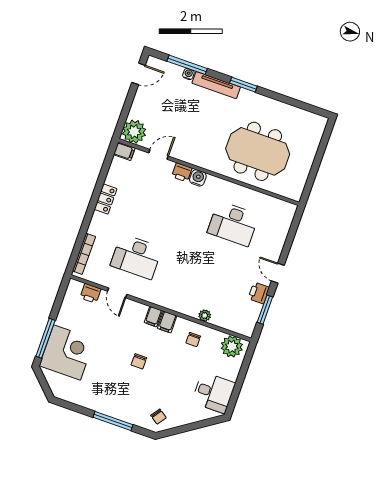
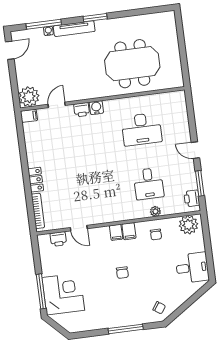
locker: (106, 199) -> (36, 180), moved
desk: (136, 257) -> (149, 184), moved, width x0.73
printer: (259, 293) -> (192, 198), moved

